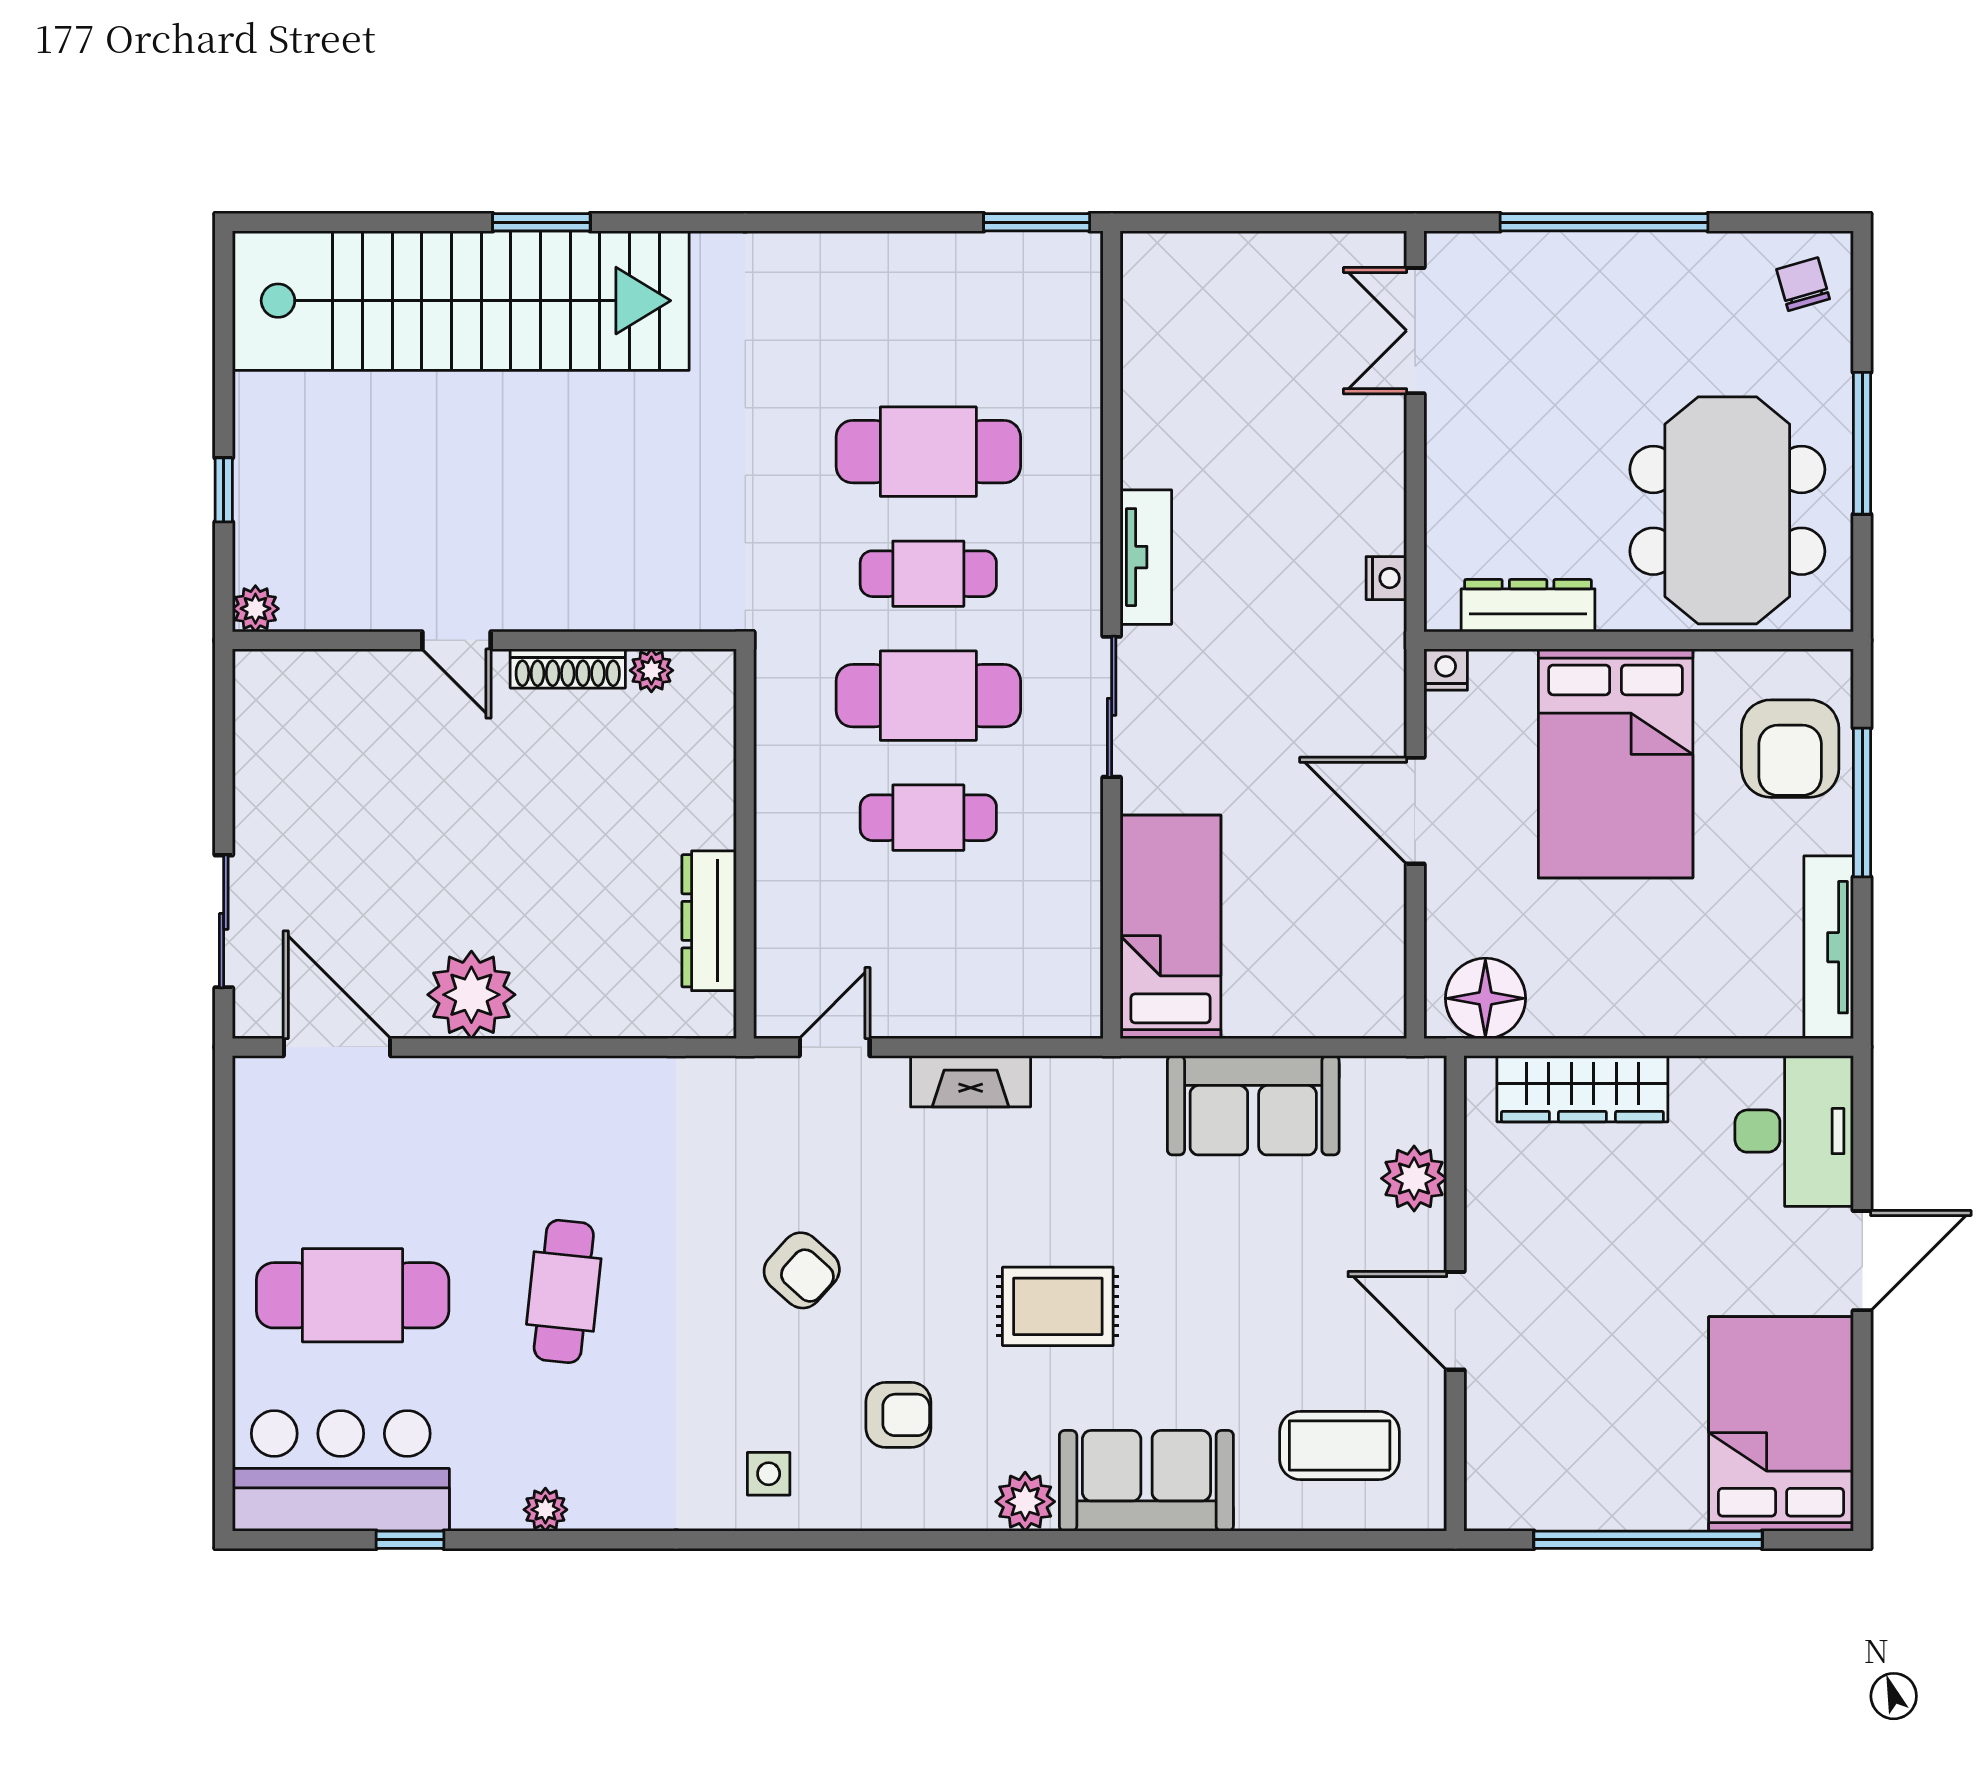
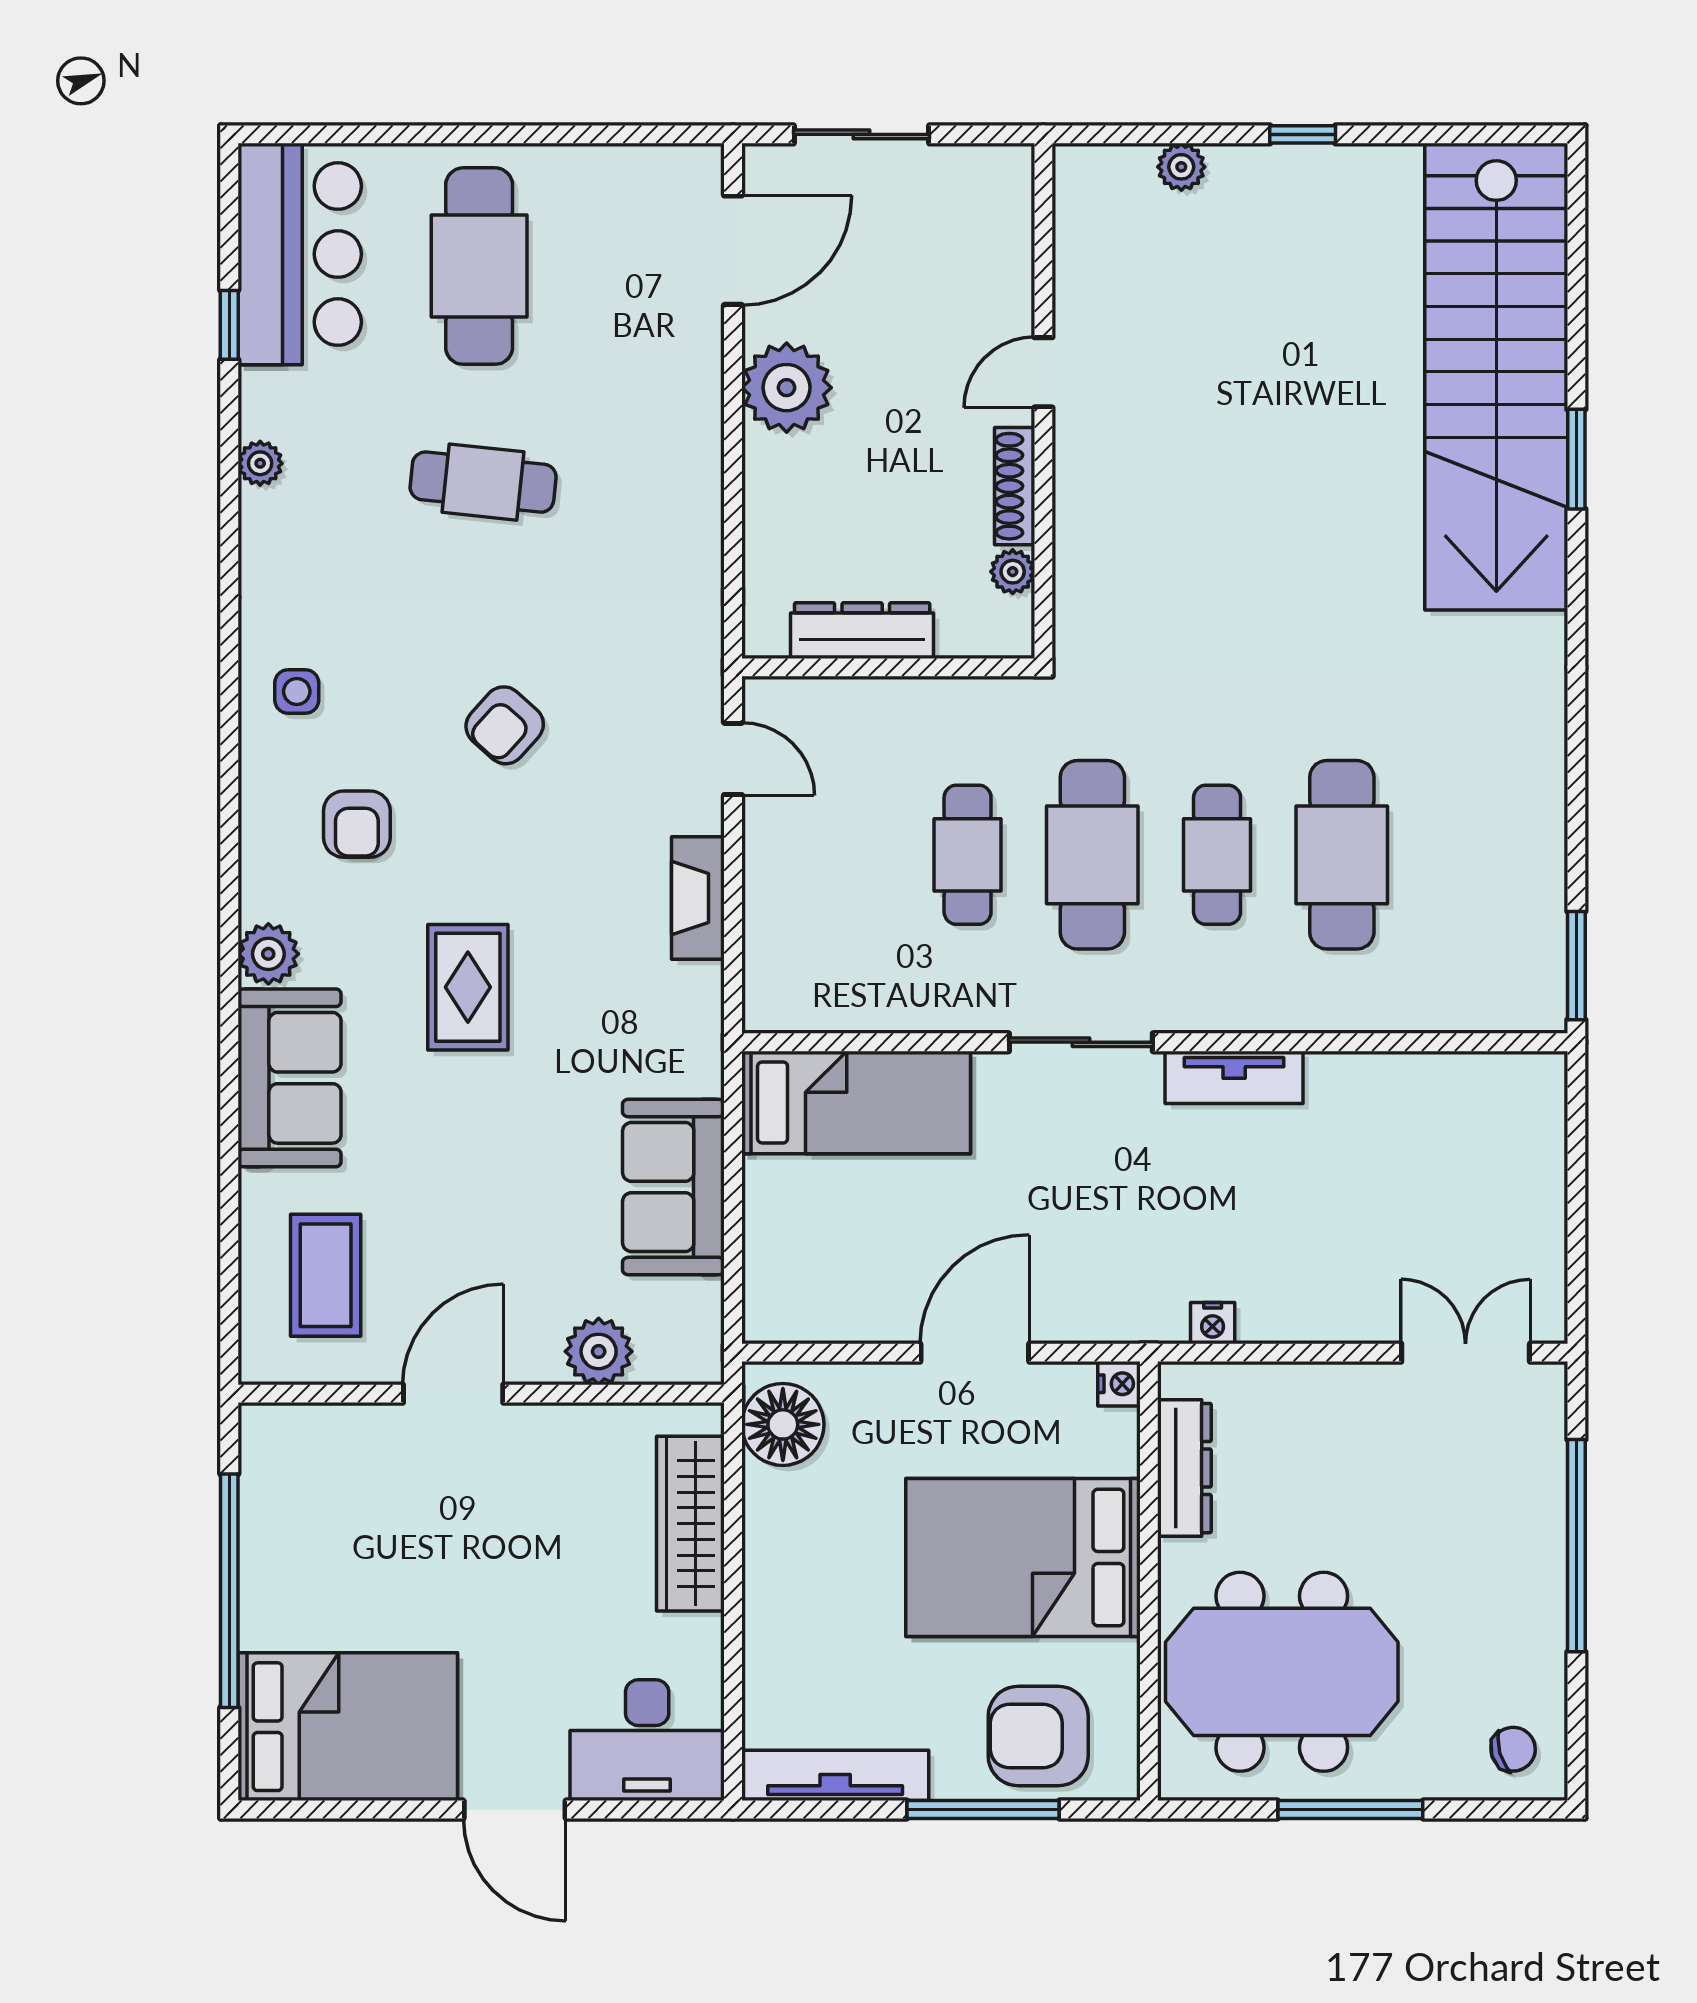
door: (456, 640) -> (1043, 372), moved
wall: (484, 640) -> (1043, 401), moved
shoe rack: (568, 669) -> (1015, 486), moved
plant: (651, 670) -> (1013, 572), moved

